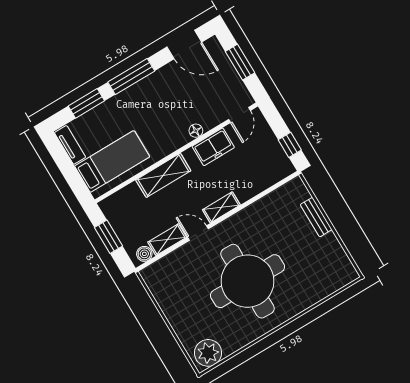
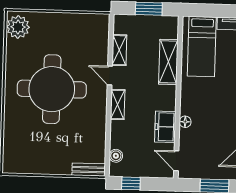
shelving: (163, 175) -> (168, 62), moved
bench: (316, 217) -> (89, 170), moved
door: (198, 233) -> (110, 76), swing flipped
boiler: (144, 254) -> (116, 156), moved

